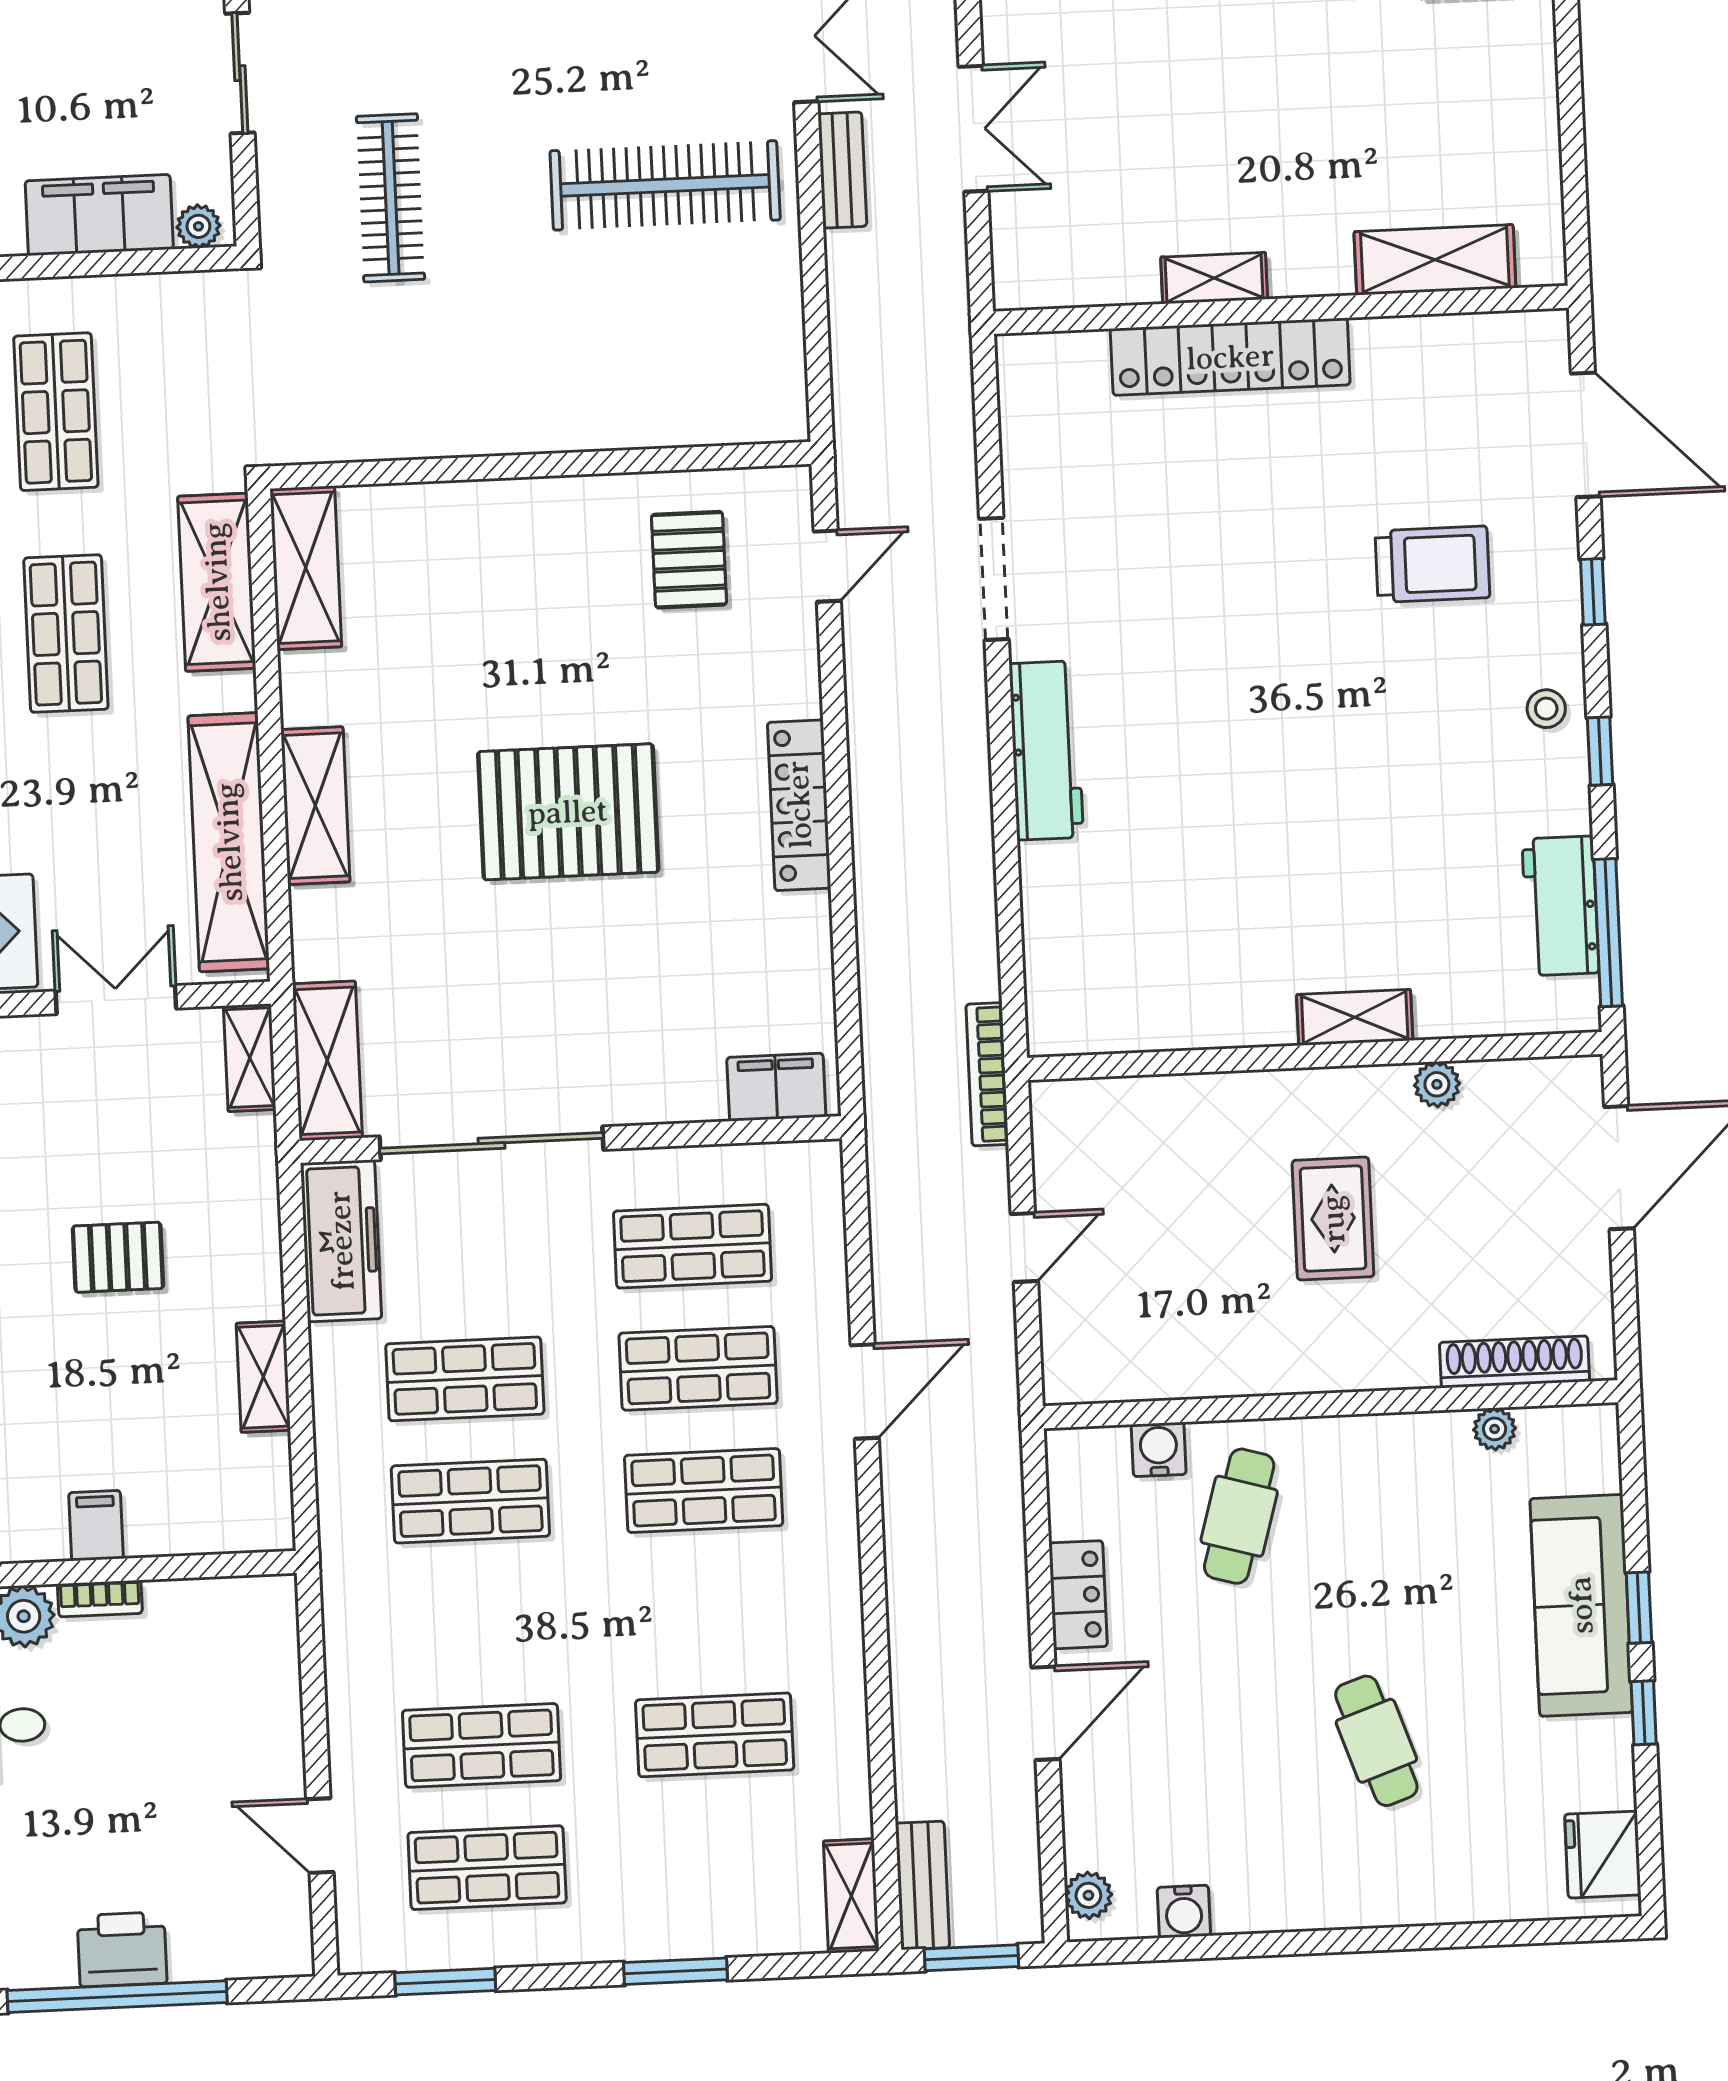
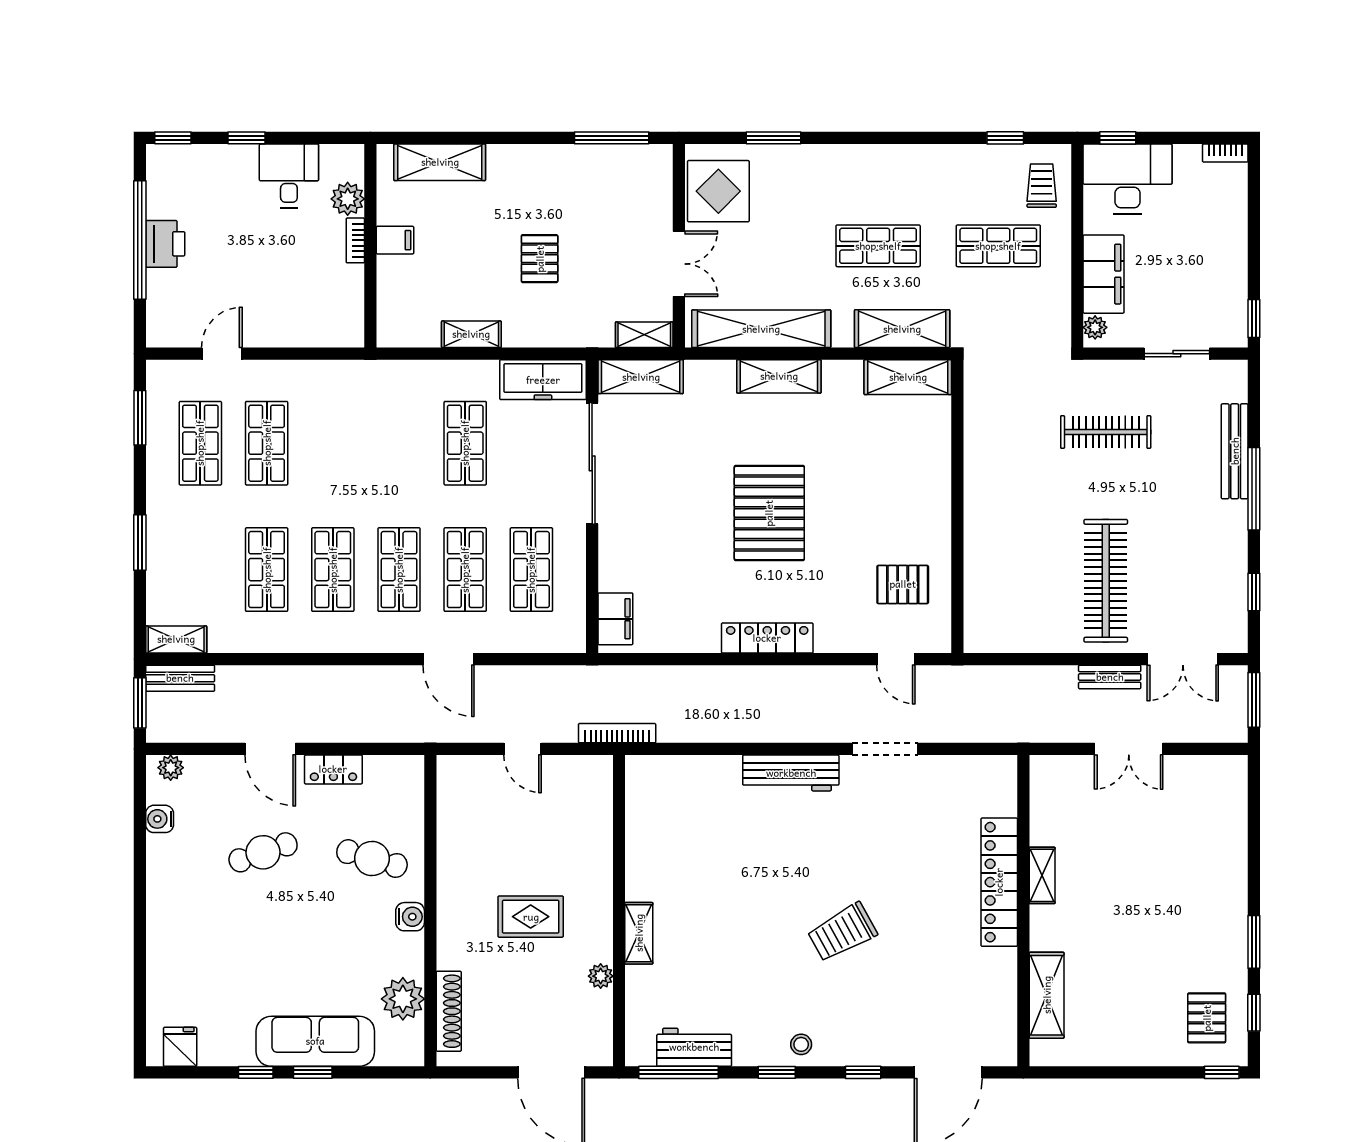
trolley: (1432, 564) -> (842, 932), moved, turned 61
plant: (1495, 1429) -> (403, 999), width x1.87, depth x1.87
water cooler: (1159, 1449) -> (410, 917), moved
shop shelf: (470, 1501) -> (333, 570), moved
cafe table: (1376, 1741) -> (263, 852), moved
fridge: (1603, 1855) -> (180, 1047), width x0.72

